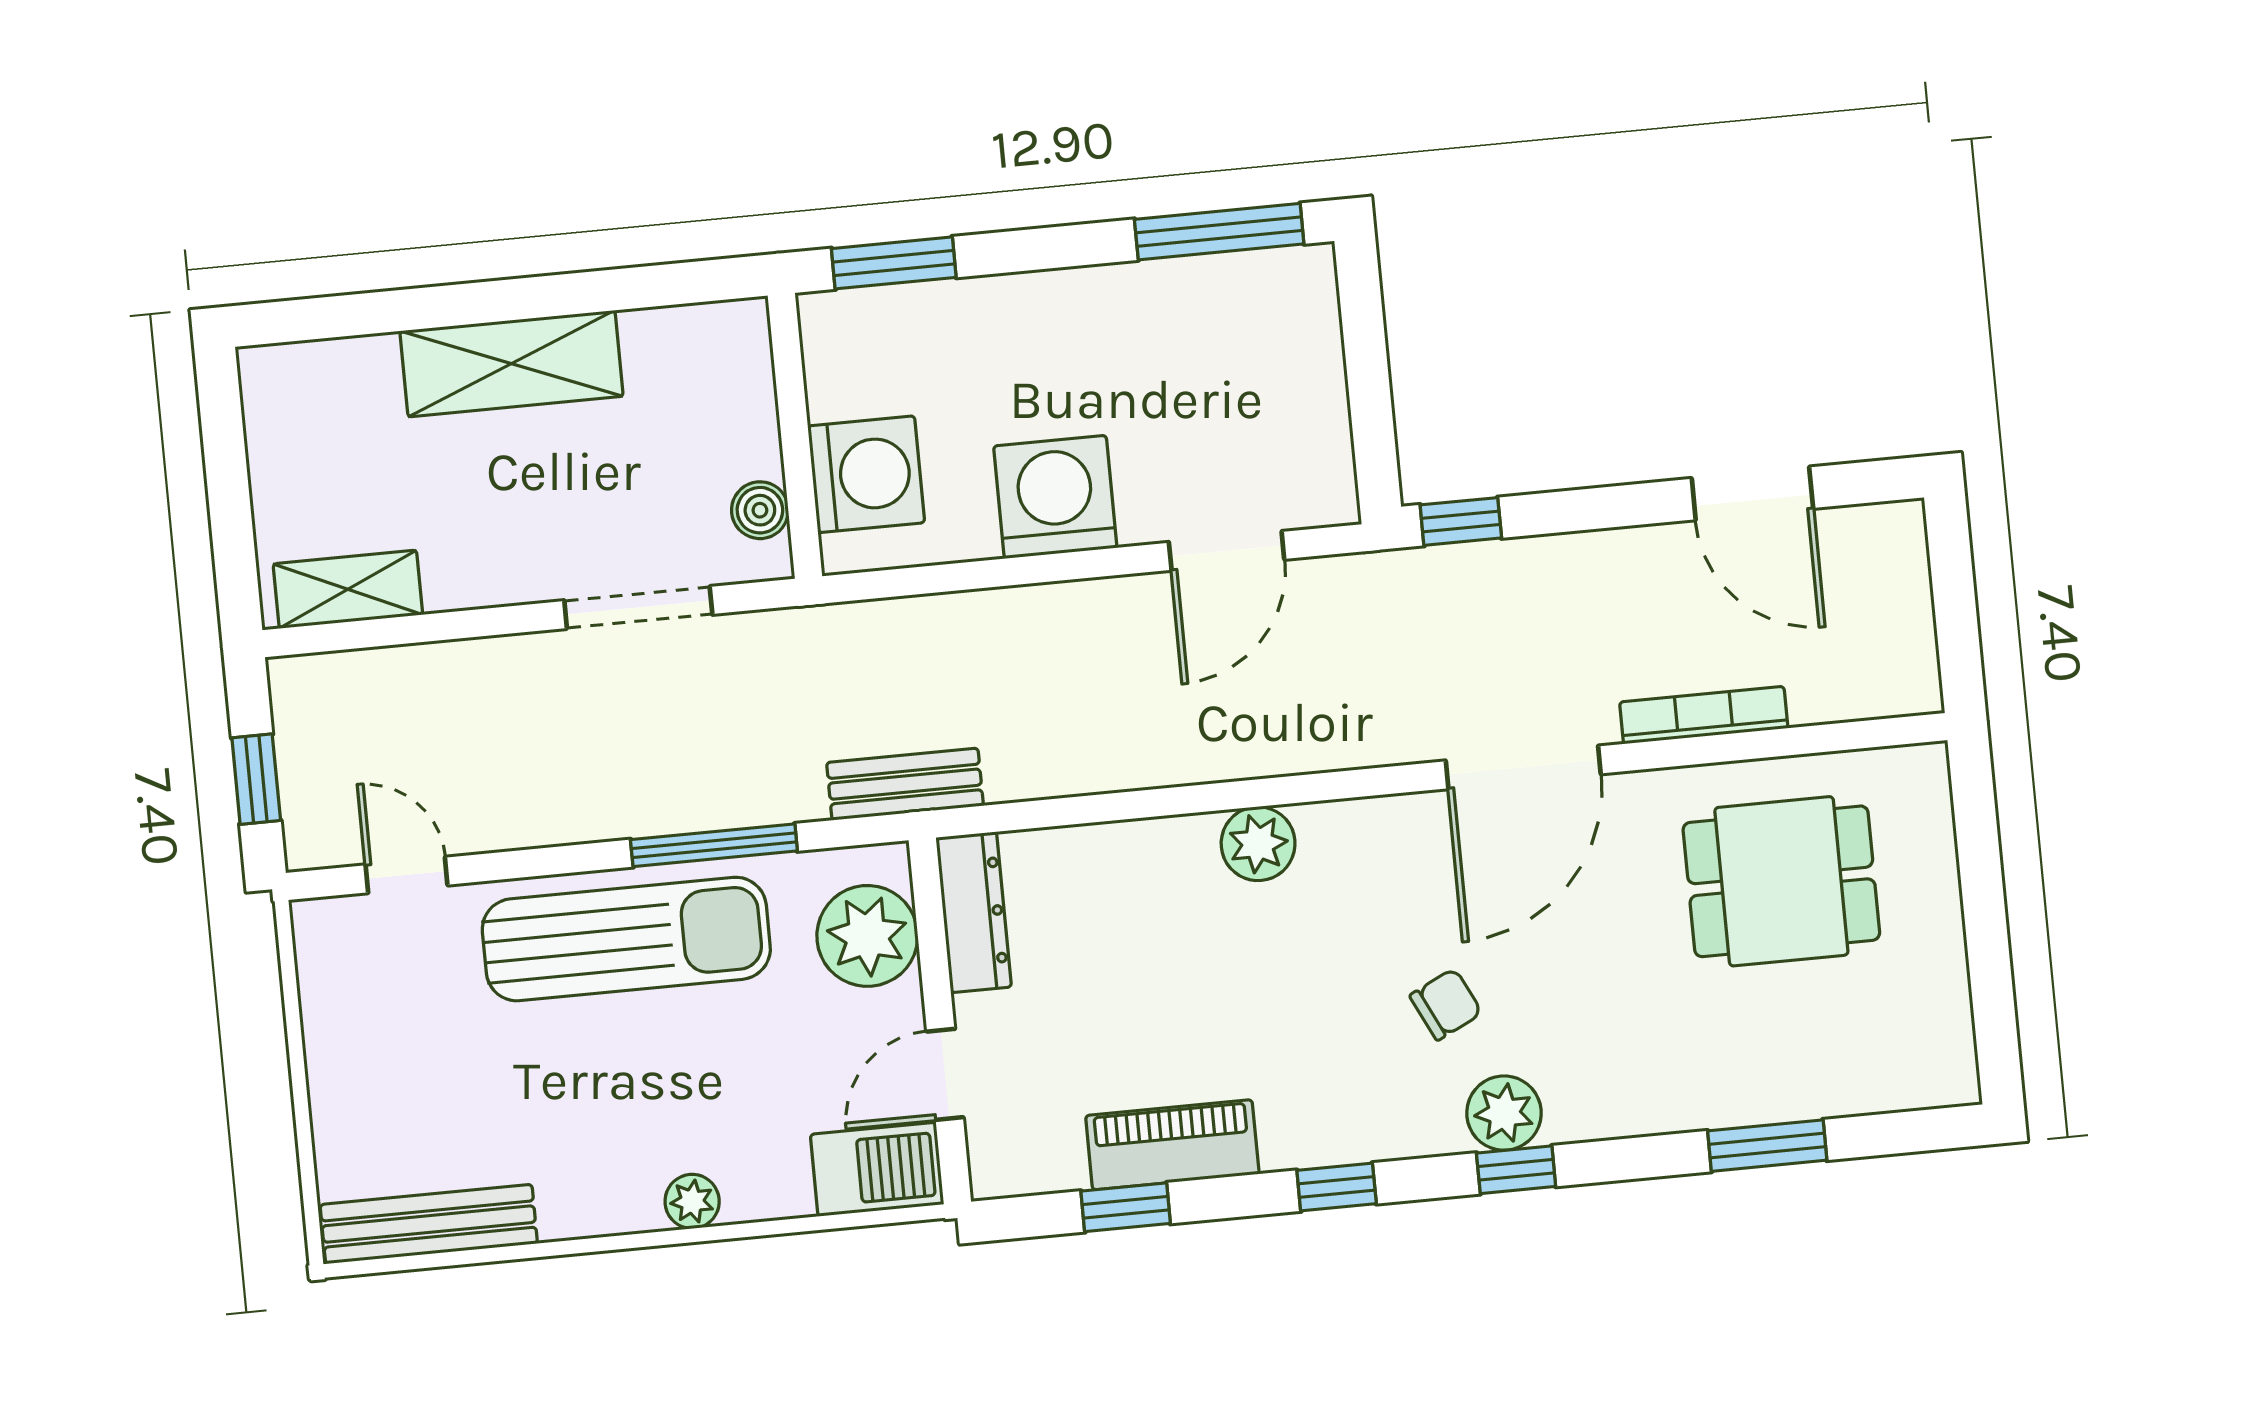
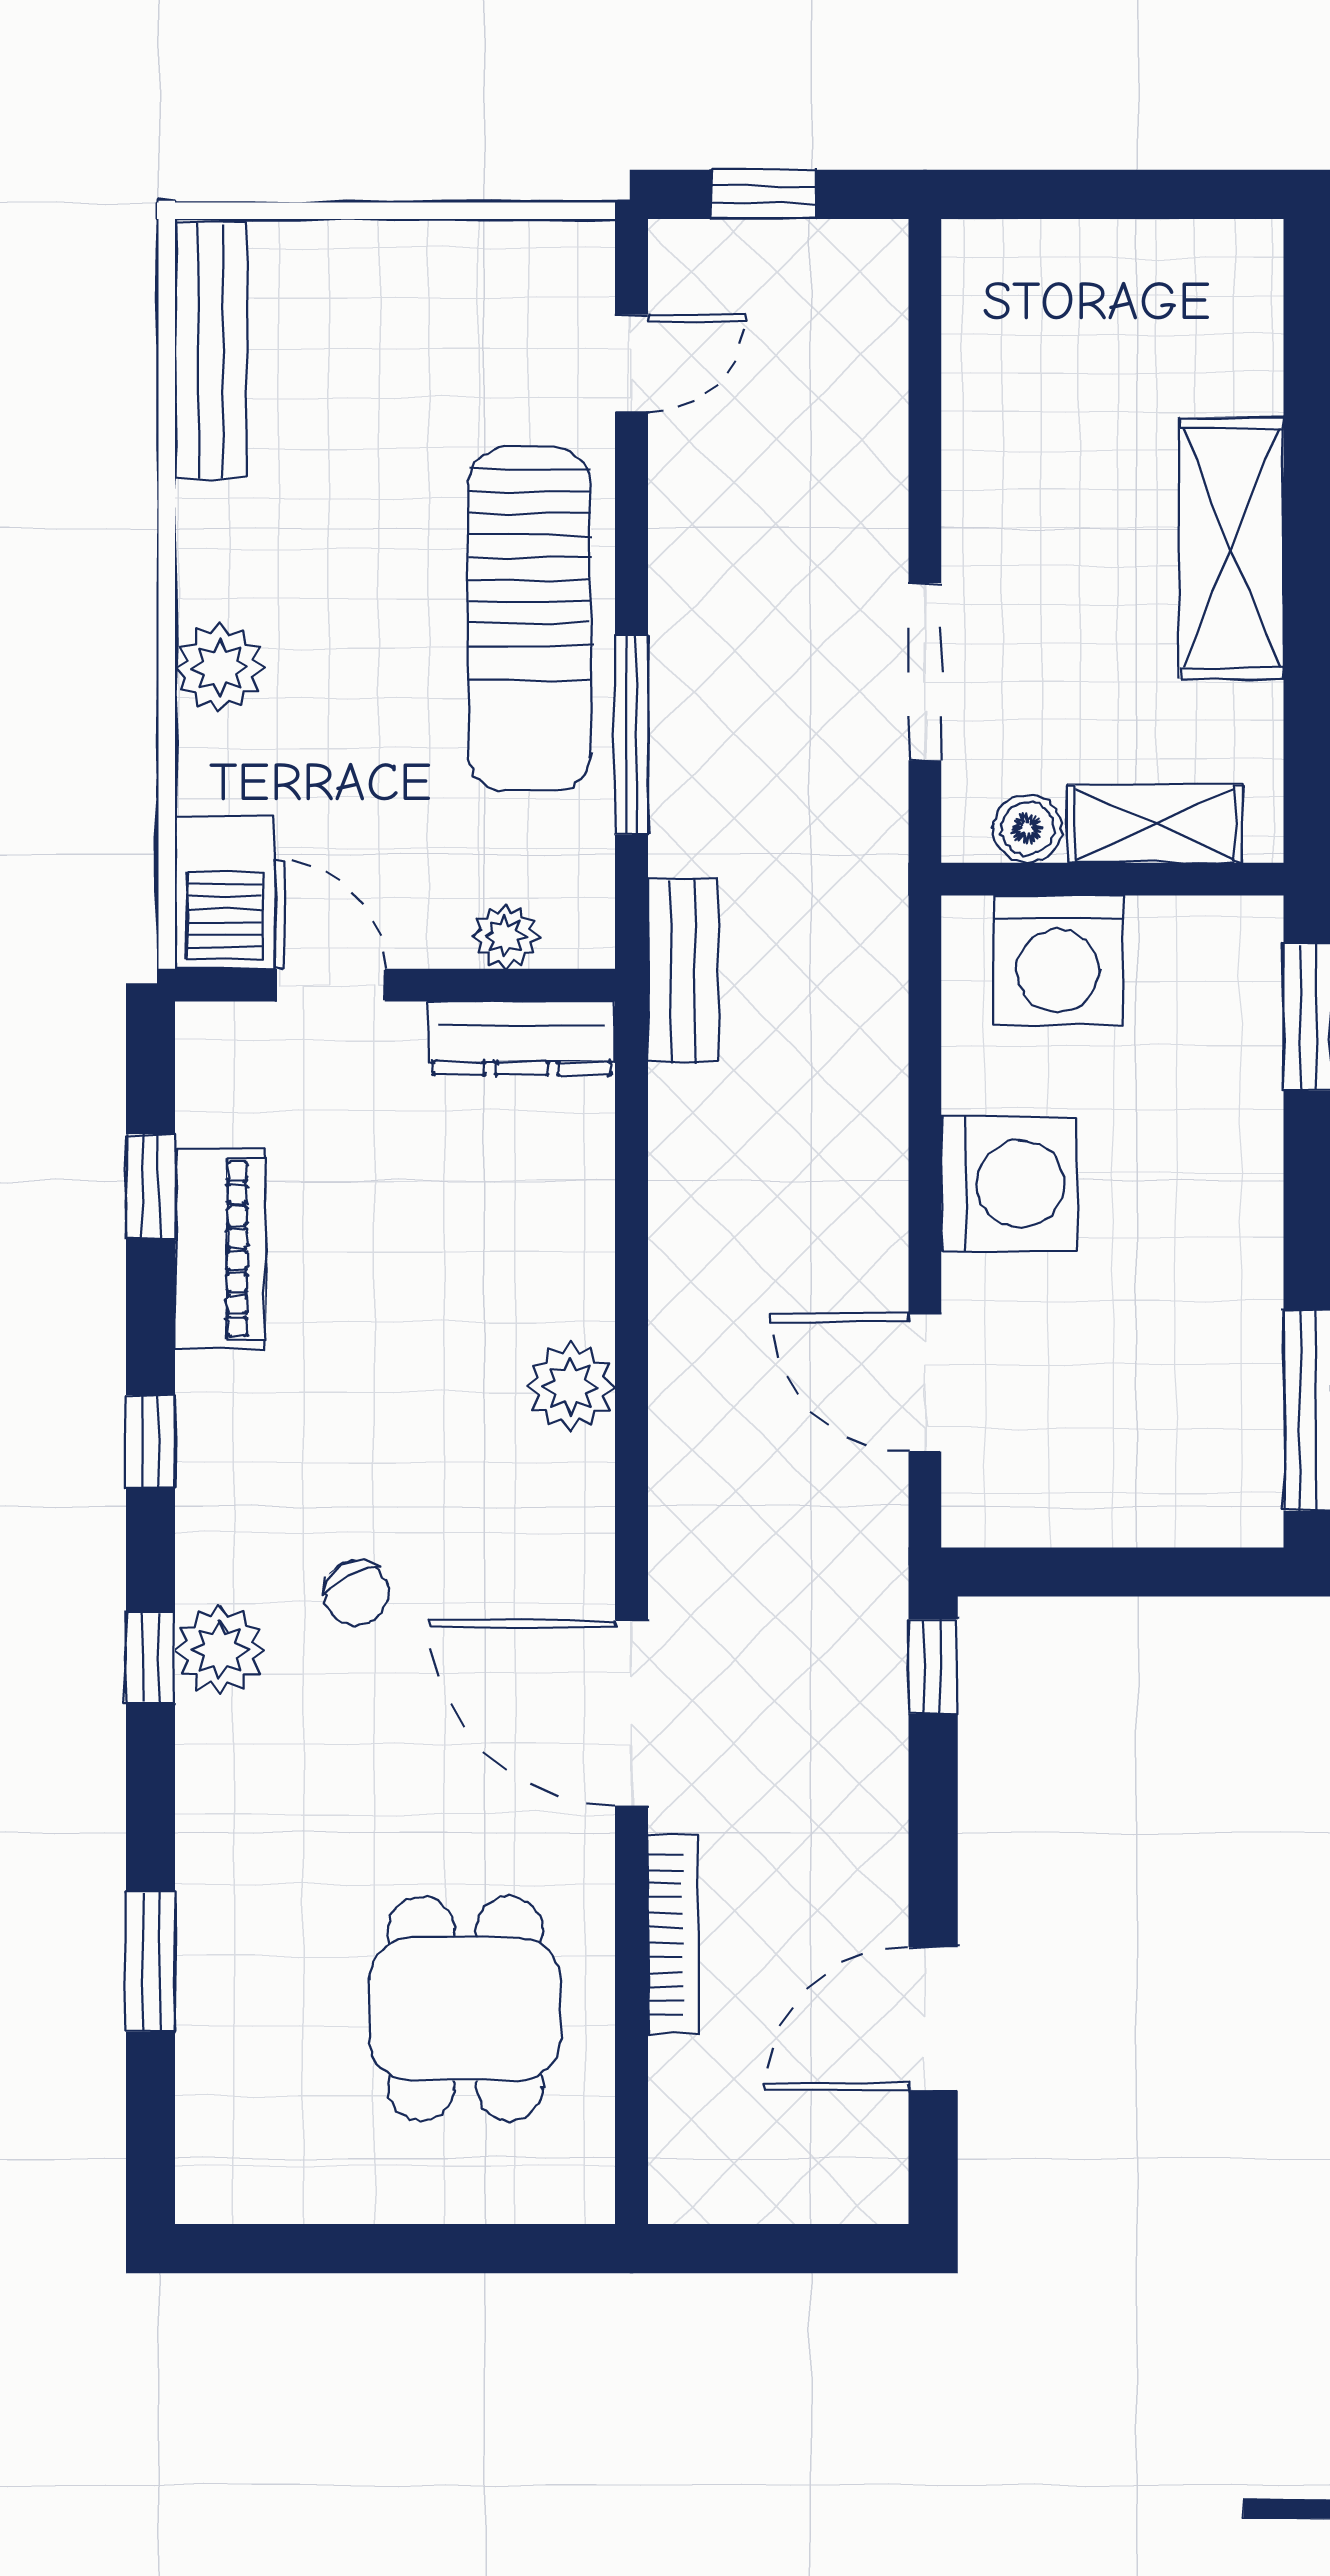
shelving: (348, 589) -> (1155, 824), moved, turned 90
plant: (867, 936) -> (505, 936), width x0.53, depth x0.53
plant: (692, 1201) -> (220, 668), width x1.38, depth x1.38

